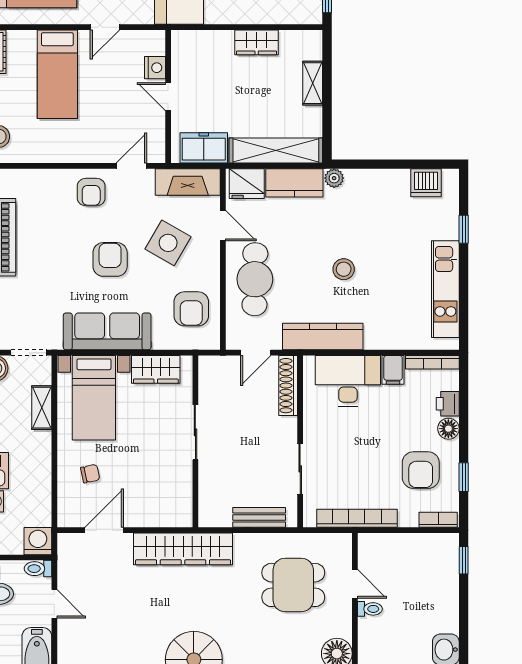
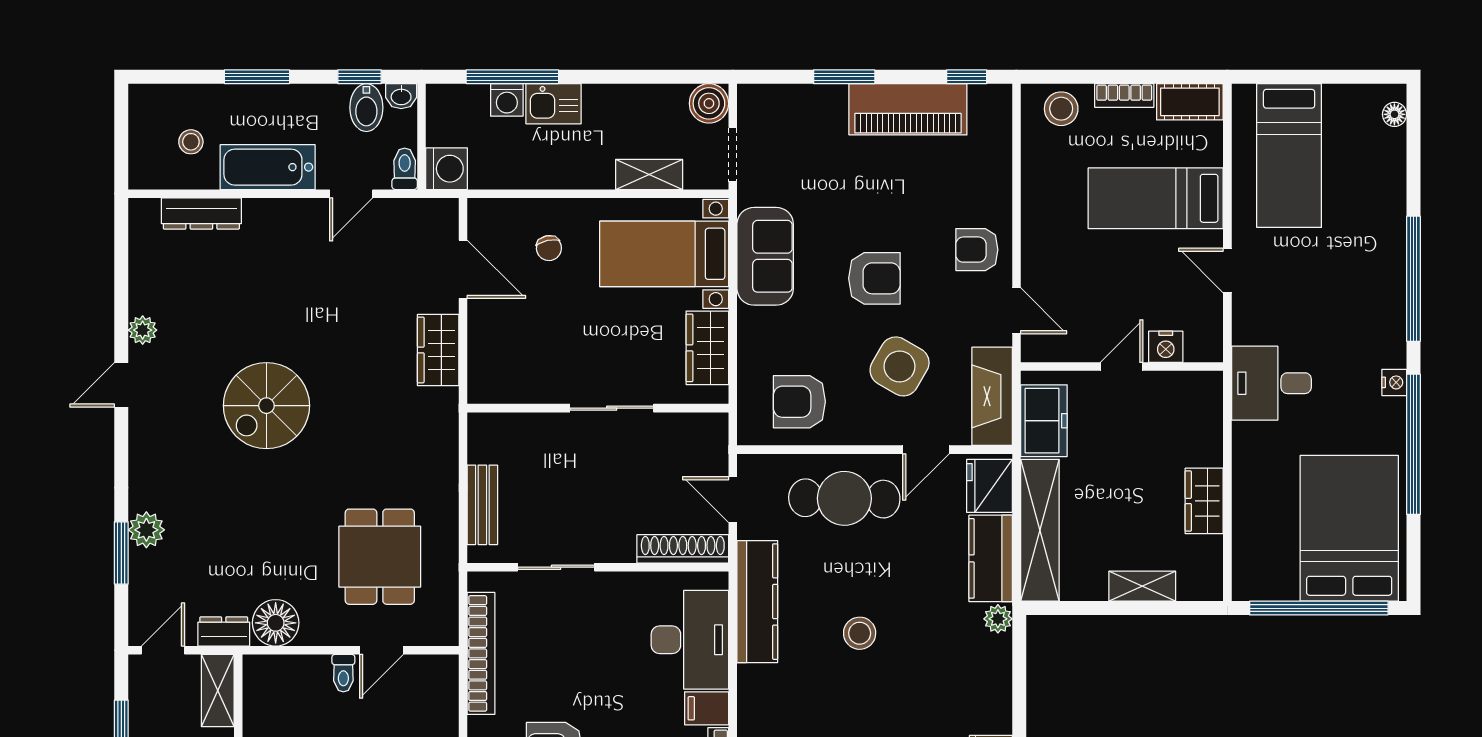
sofa: (107, 331) -> (765, 256), width x0.73
wardrobe: (183, 549) -> (438, 350), width x0.48, depth x0.85

